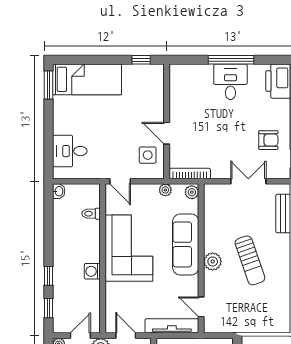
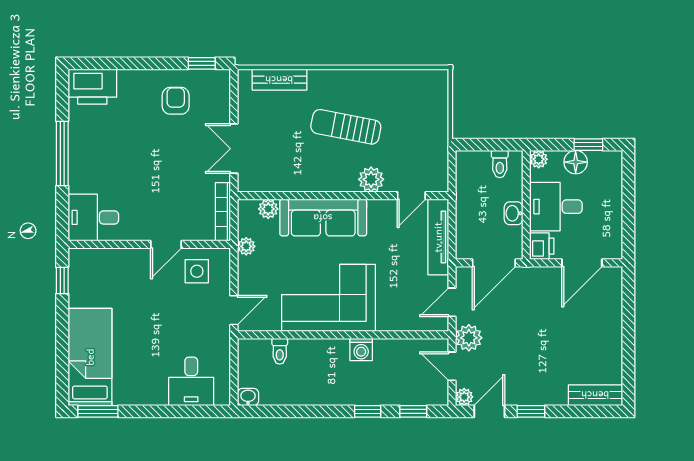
desk: (230, 82) -> (93, 217), moved
double door: (248, 181) -> (234, 149), moved
plant: (192, 192) -> (268, 209), moved
sun lounger: (250, 260) -> (346, 127), turned -150
plant: (213, 261) -> (371, 179), moved

